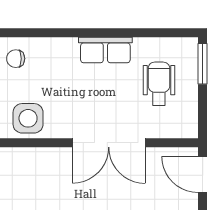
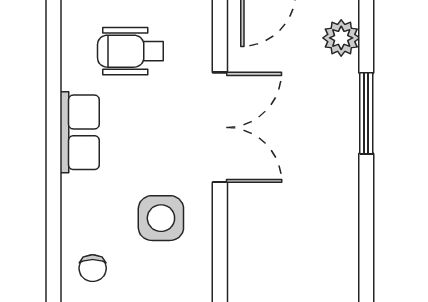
side table: (28, 118) -> (161, 218), moved

